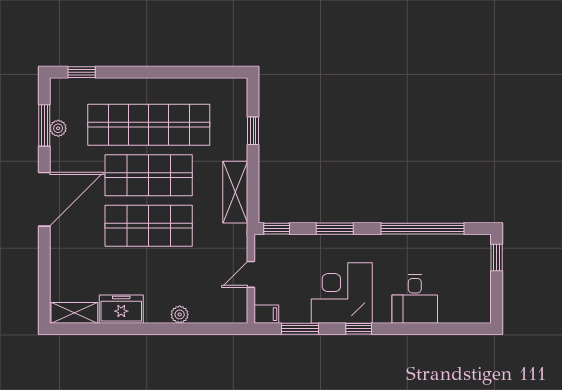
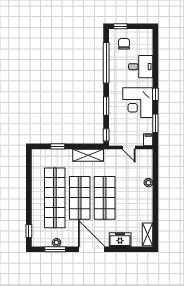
chair: (461, 265) -> (124, 44), added
freezer: (121, 309) -> (120, 240), moved, turned 90

